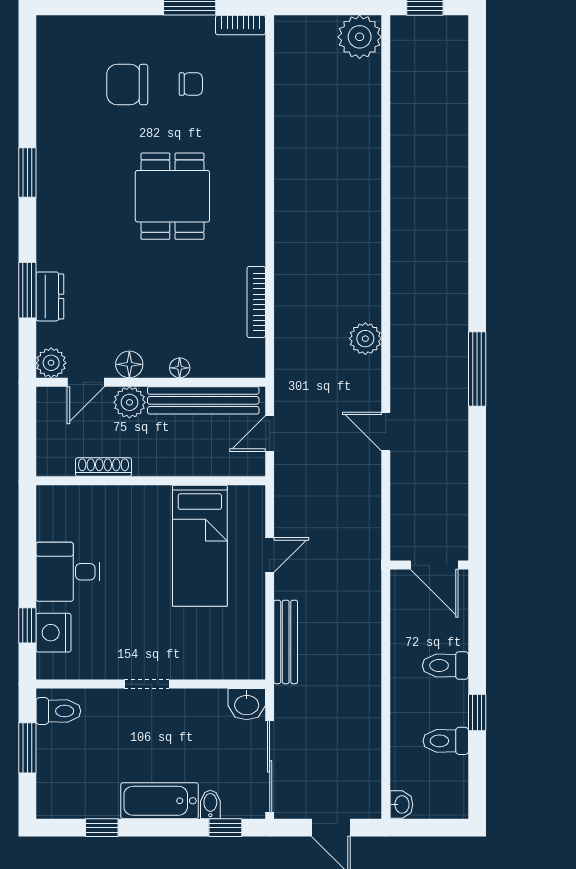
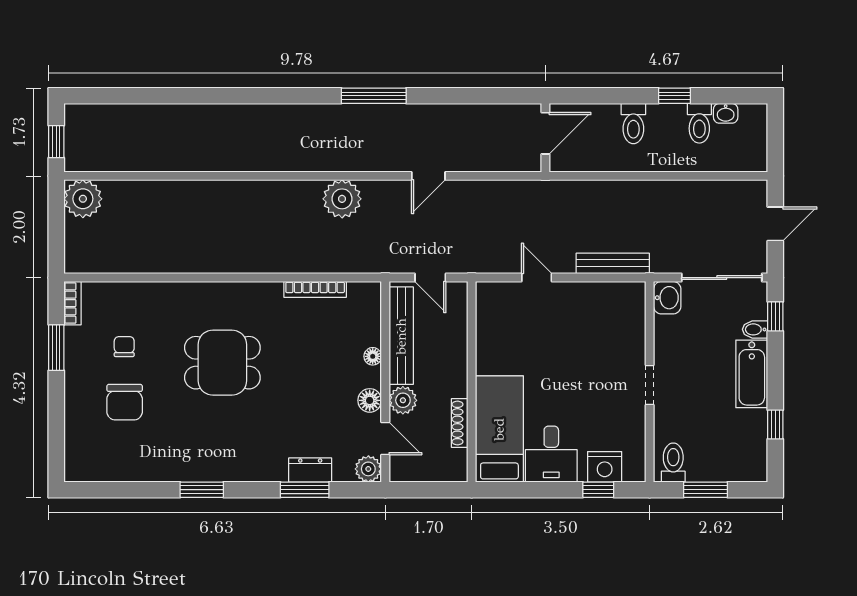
plant: (365, 339) -> (342, 199), width x1.36, depth x1.36
bed: (200, 546) -> (499, 429), moved, turned -90
washbasin: (401, 804) -> (726, 113), moved, turned 180

